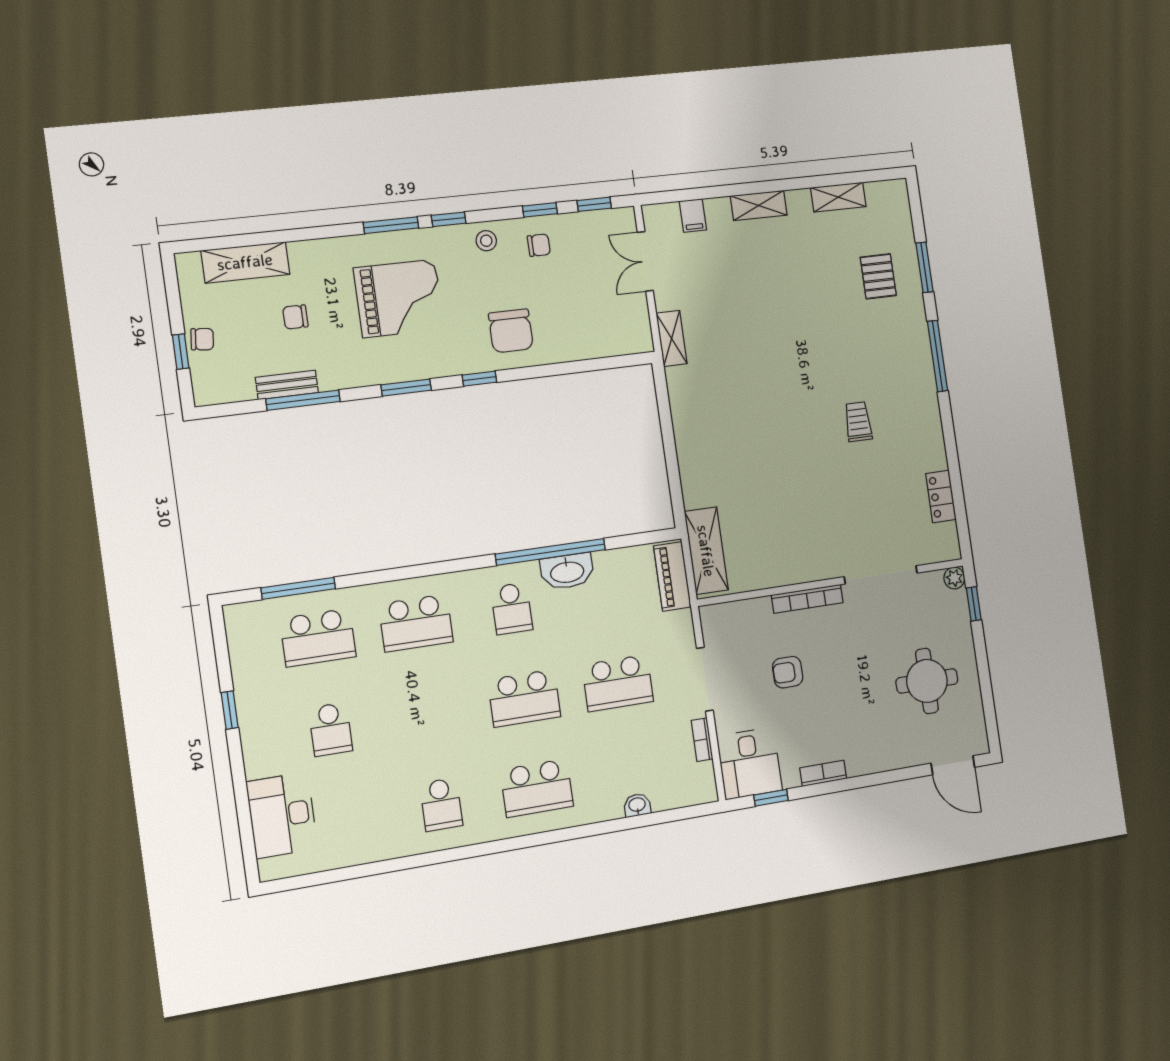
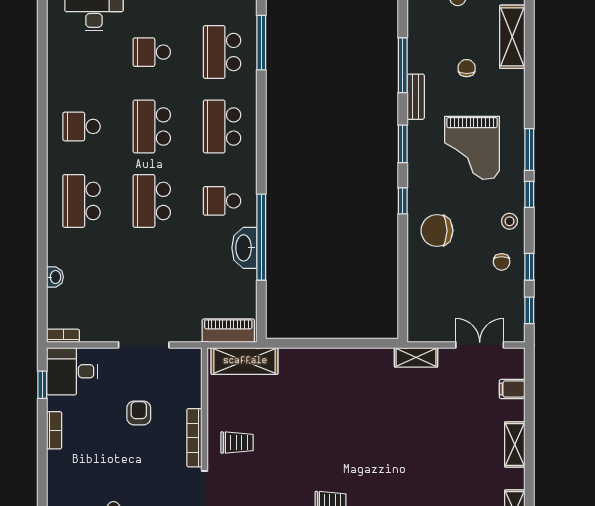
bench: (287, 385) -> (416, 97), moved
trolley: (805, 546) -> (237, 443), added
school desk: (618, 683) -> (152, 126), moved
bookcase: (702, 740) -> (63, 336), moved

